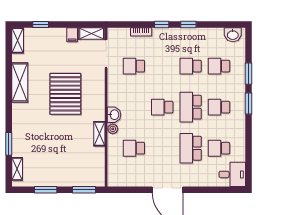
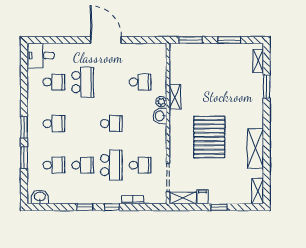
window: (41, 25) -> (219, 207), moved
school desk: (191, 107) -> (111, 165), moved

